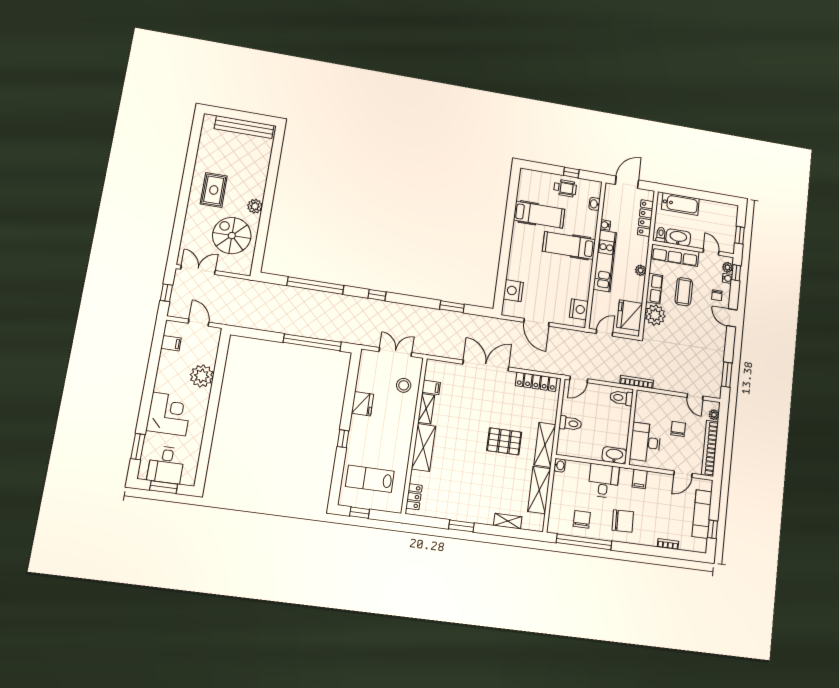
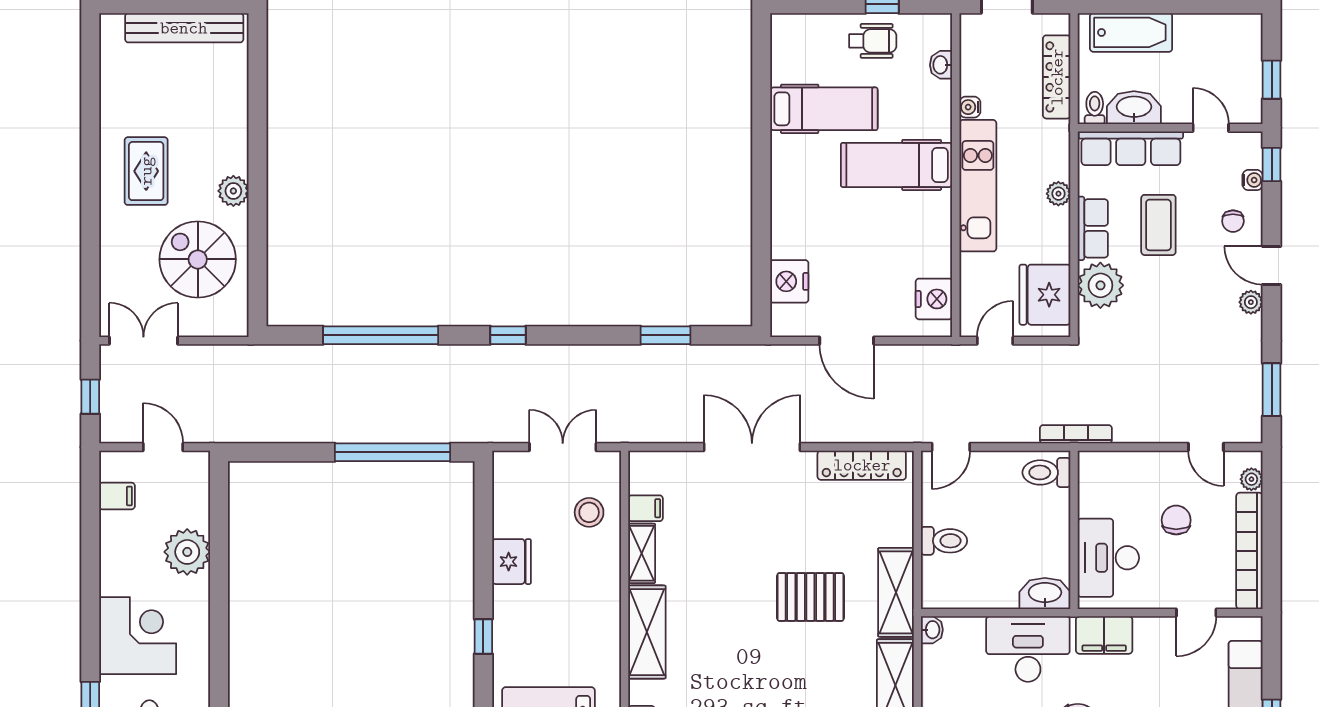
plant: (727, 267) -> (1251, 302), moved
filing cabinet: (640, 479) -> (1104, 635), width x2.00
desk: (604, 481) -> (1028, 649), width x1.37

